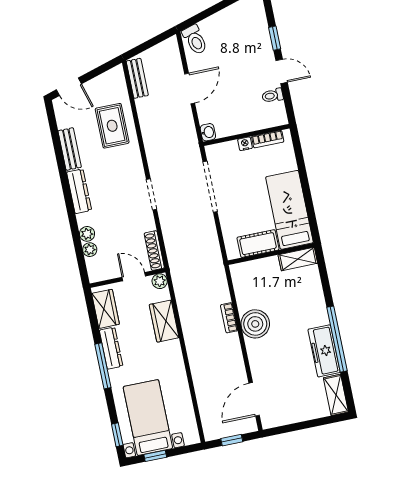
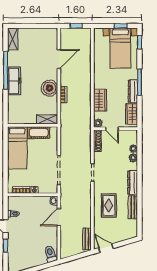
door: (69, 87) -> (106, 248), moved
door: (190, 89) -> (59, 217), moved
rug: (112, 126) -> (109, 206), moved
shelving: (298, 259) -> (47, 119), moved
freezer: (324, 351) -> (14, 81), moved
door: (254, 399) -> (59, 59), moved

